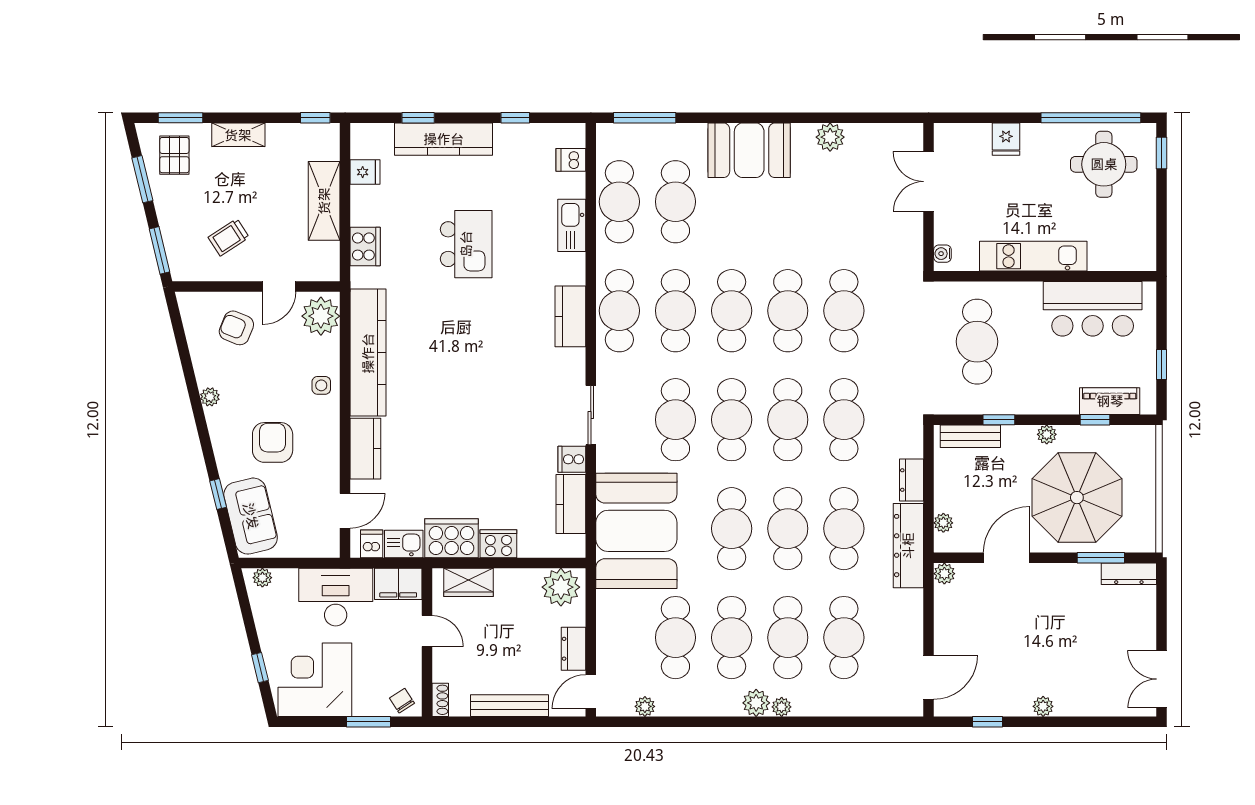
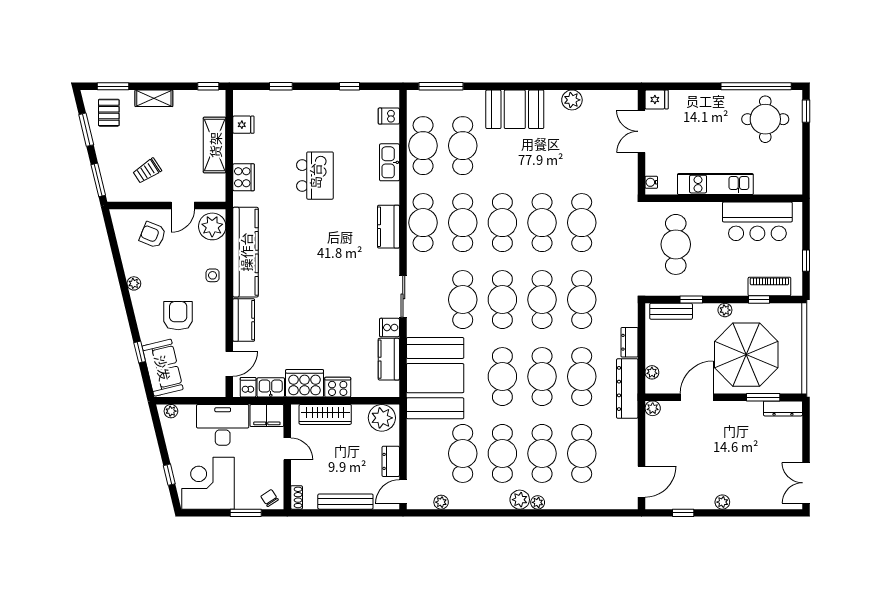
kitchen counter: (444, 139) -> (299, 101), removed
fridge: (1006, 139) -> (657, 100), moved, turned -90
wardrobe: (468, 582) -> (325, 414), width x1.50

